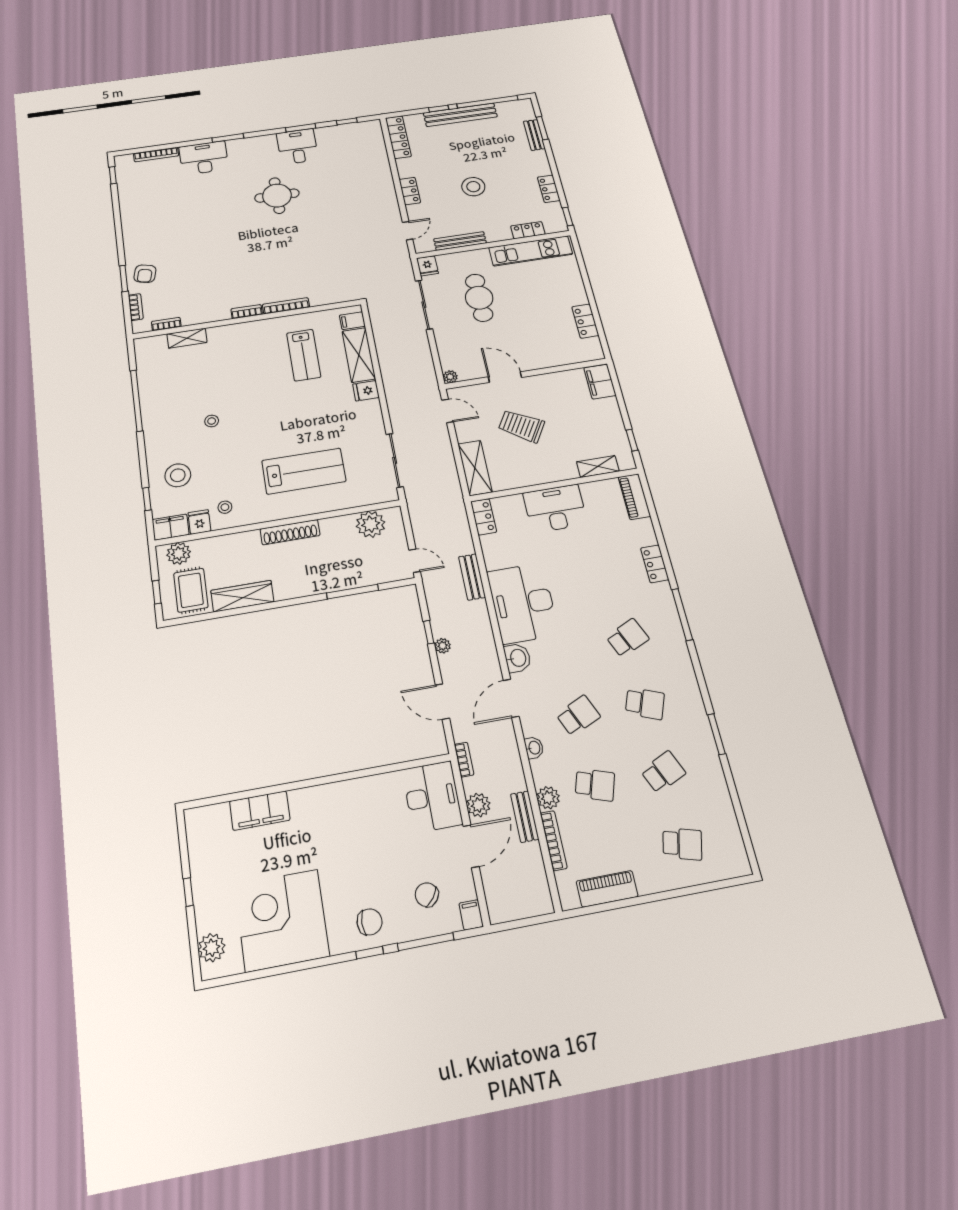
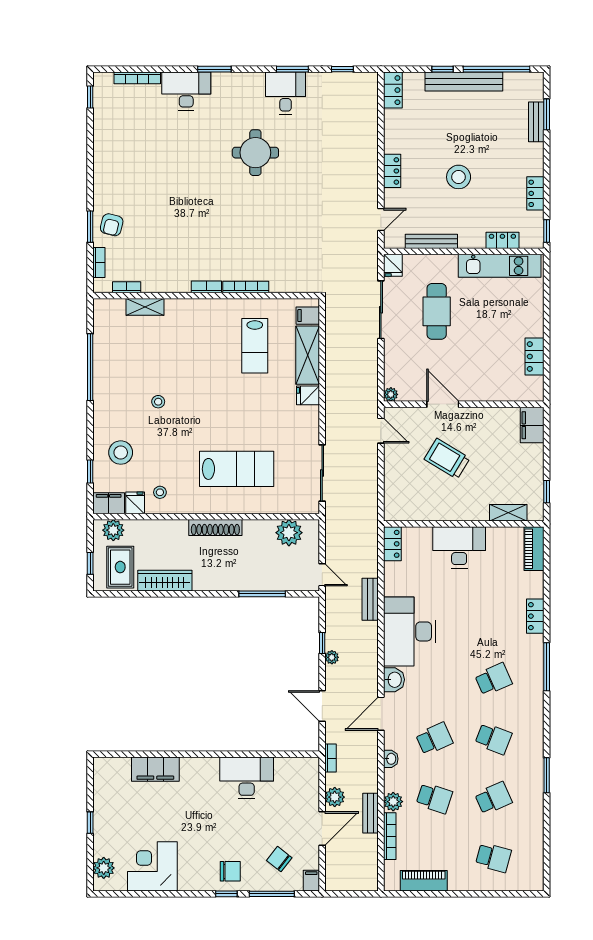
locker: (398, 137) -> (393, 90), width x0.66
shelving: (475, 468) -> (395, 494), removed
desk: (432, 797) -> (247, 778), moved, turned -90
corner desk: (282, 920) -> (152, 866), width x0.74, depth x0.74

